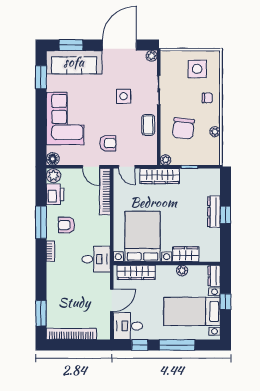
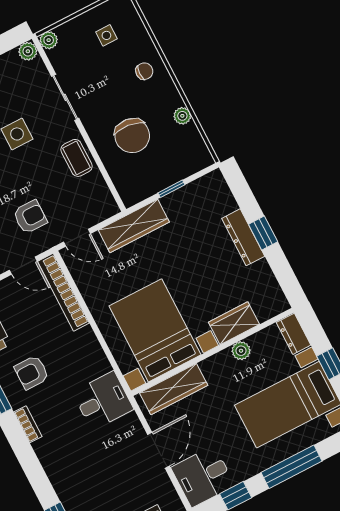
side table: (197, 69) -> (106, 35), width x0.54, depth x0.54
plant: (166, 160) -> (49, 40), moved

